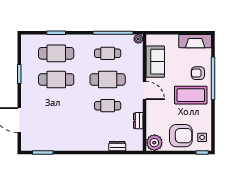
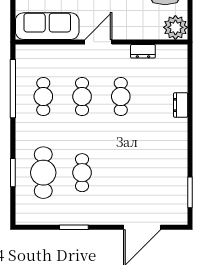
plant: (138, 39) -> (22, 51), removed
sofa: (155, 62) -> (47, 26), width x1.36
cafe table: (56, 79) -> (82, 173), width x0.73, depth x0.74
cafe table: (108, 79) -> (82, 97), width x0.73, depth x0.74
dresser: (117, 146) -> (181, 105), moved

